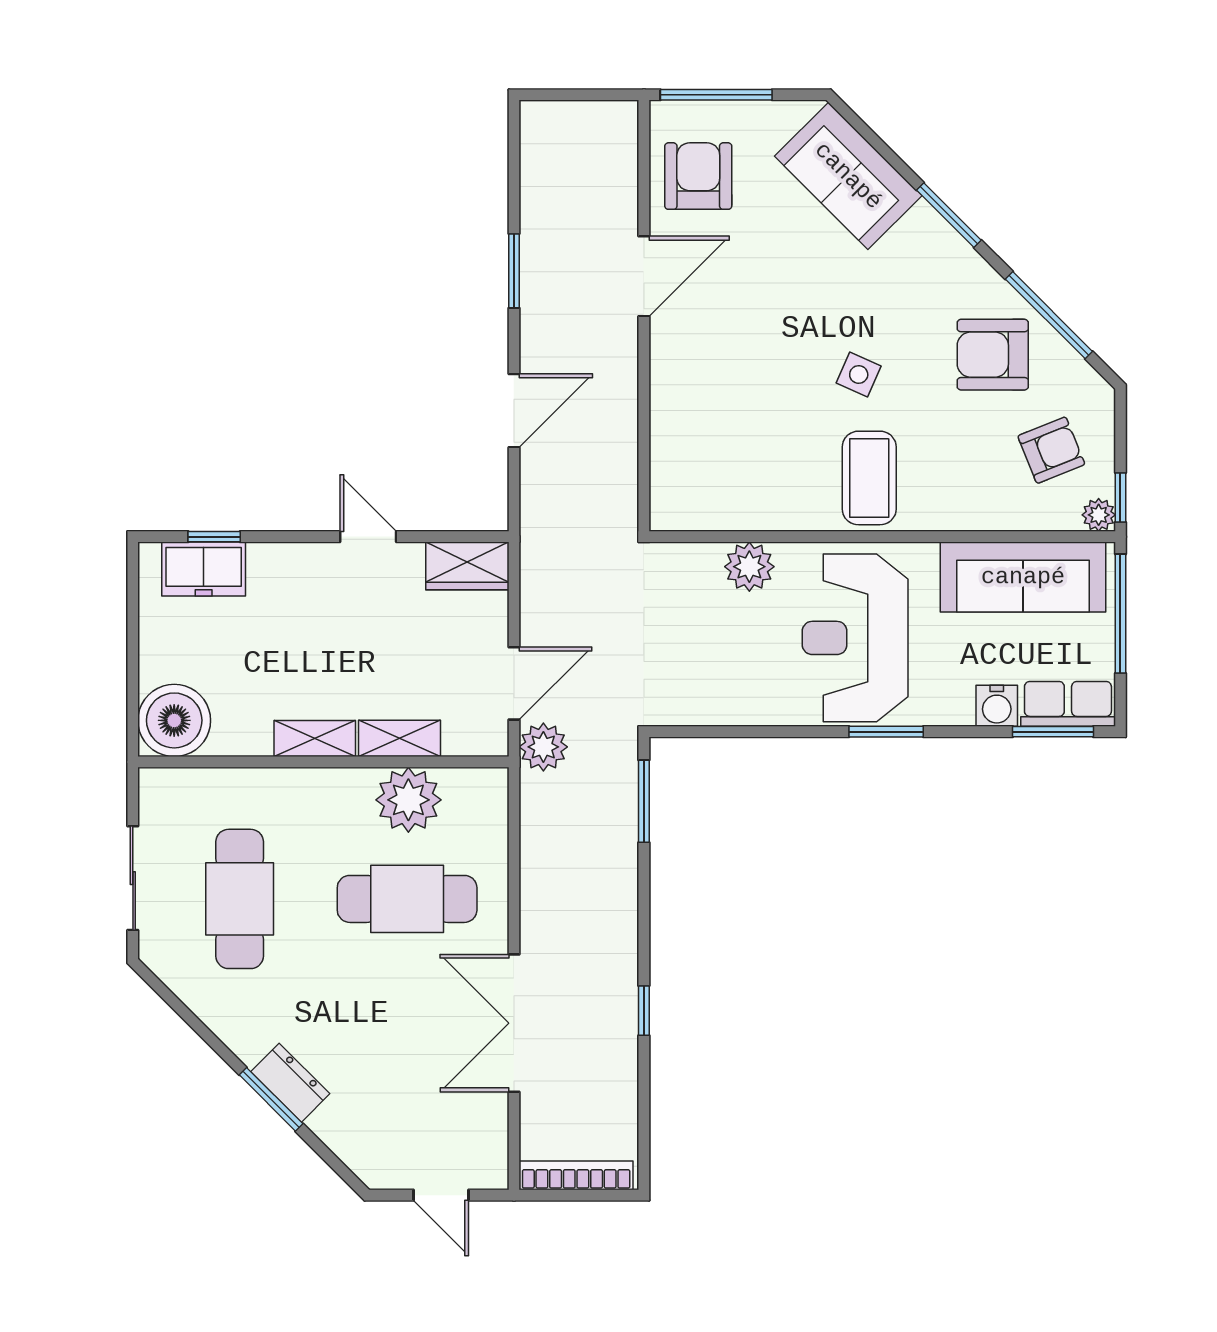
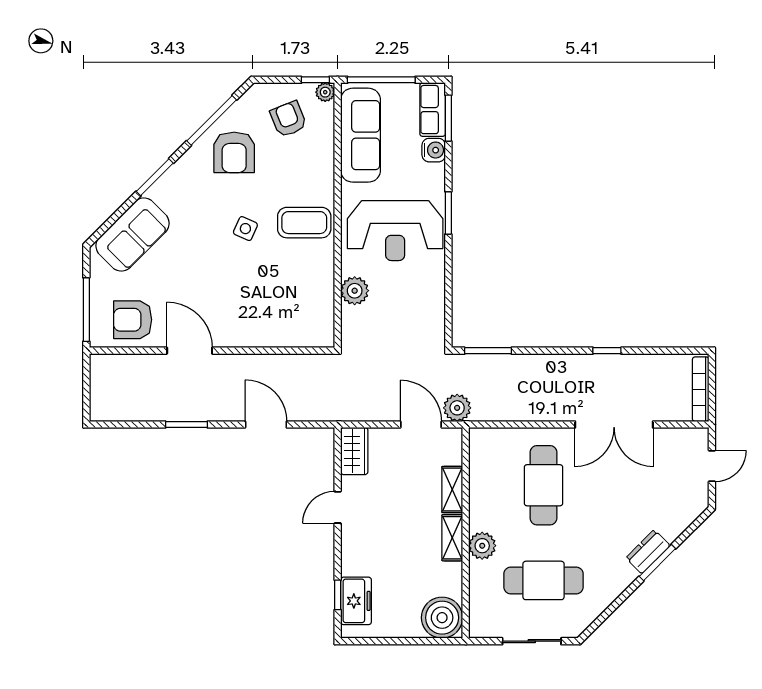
plant: (408, 800) -> (482, 546), moved, width x0.73, depth x0.73

